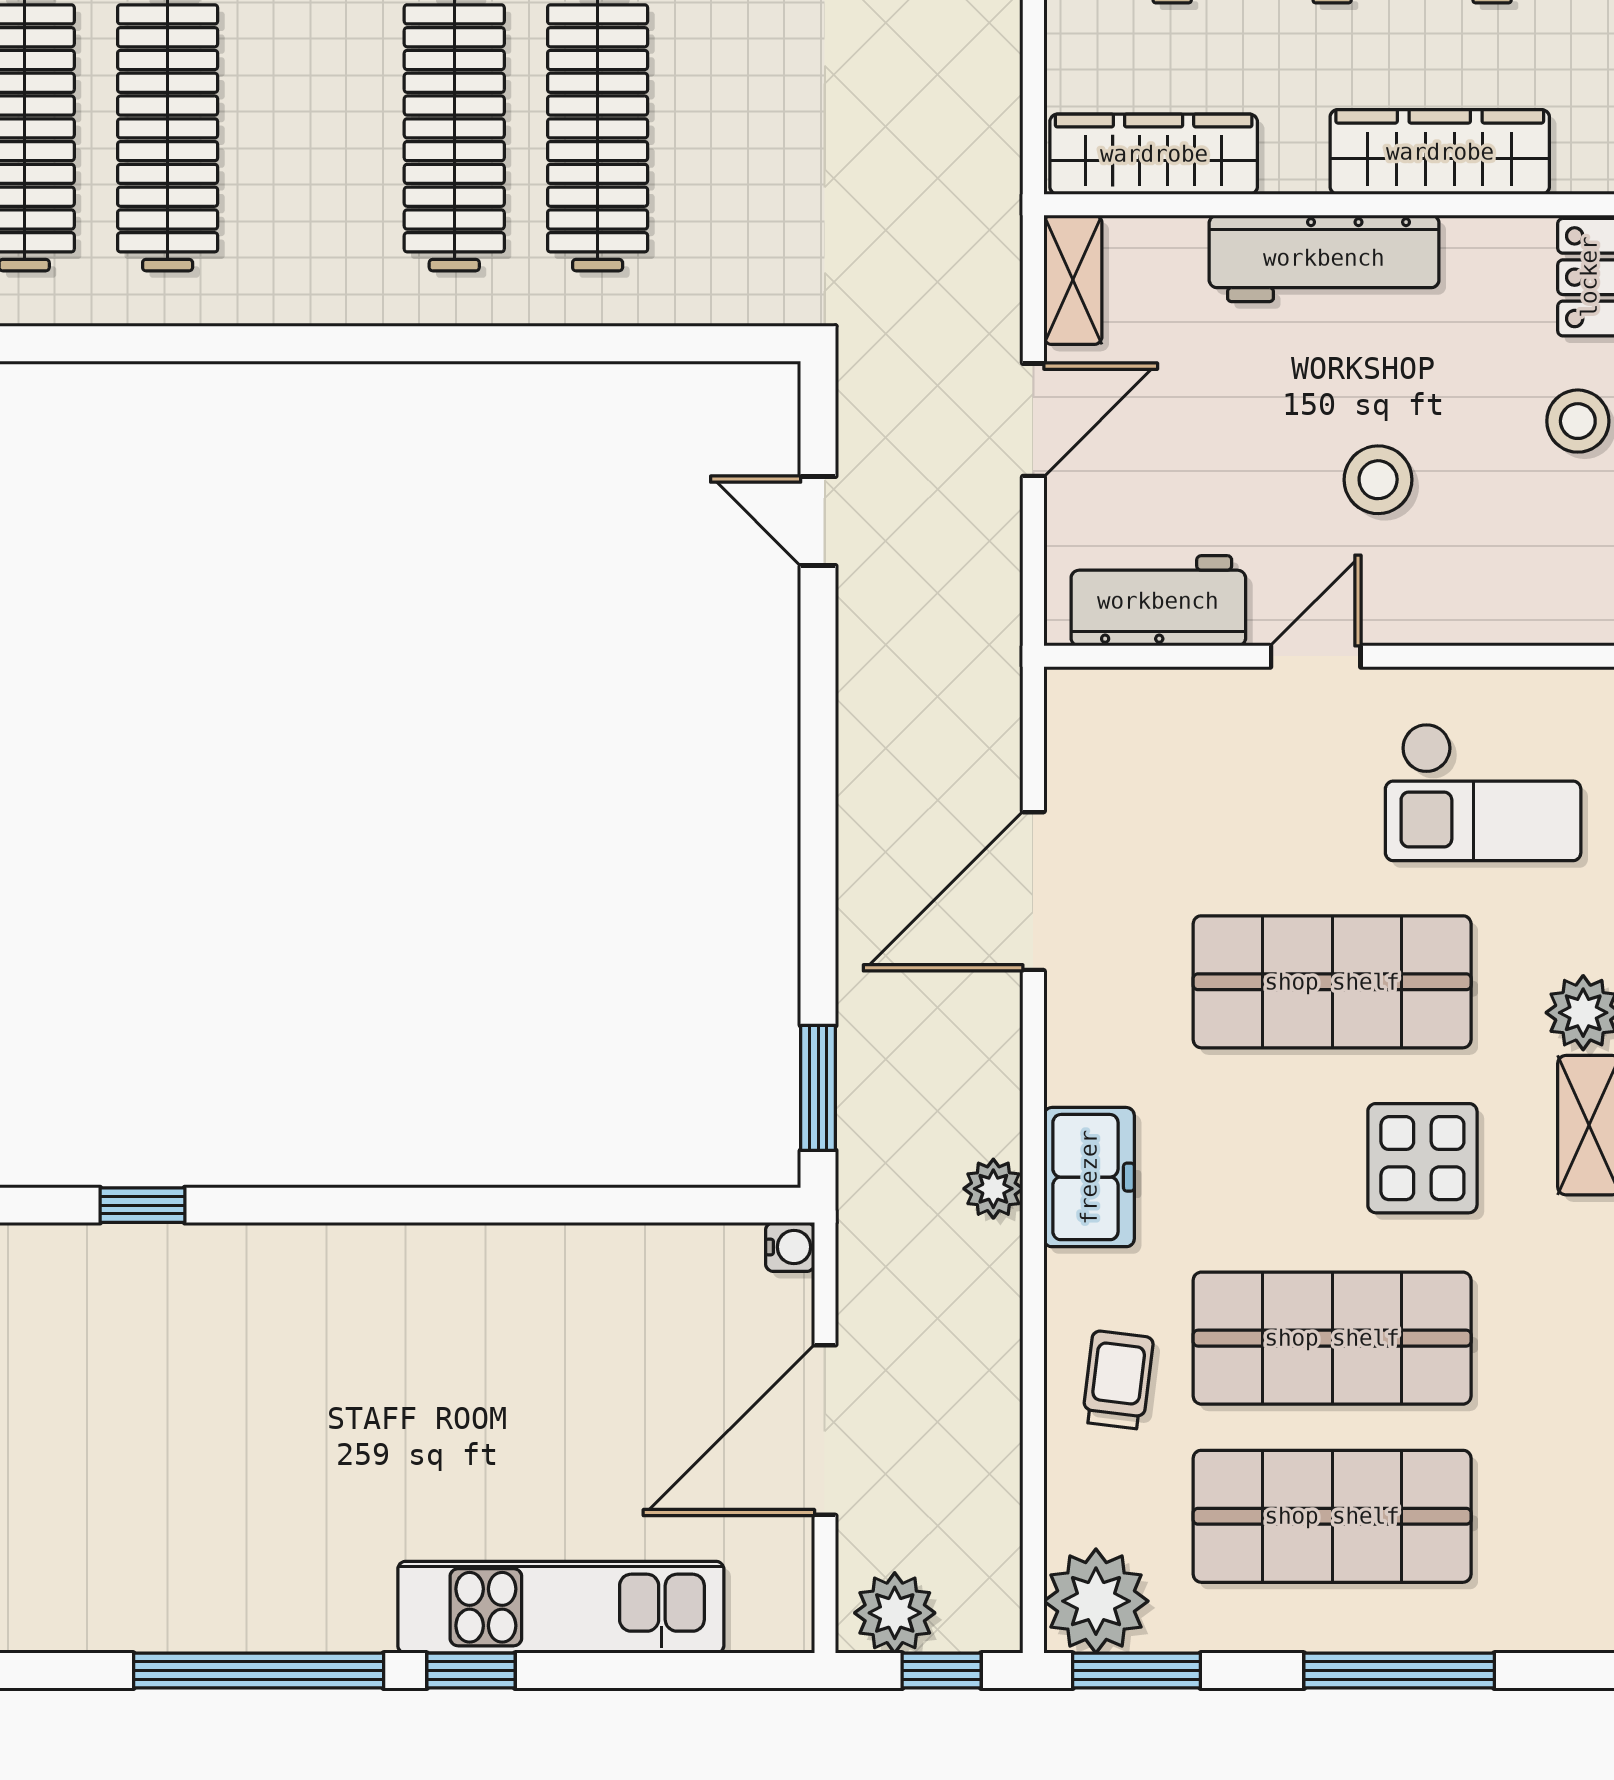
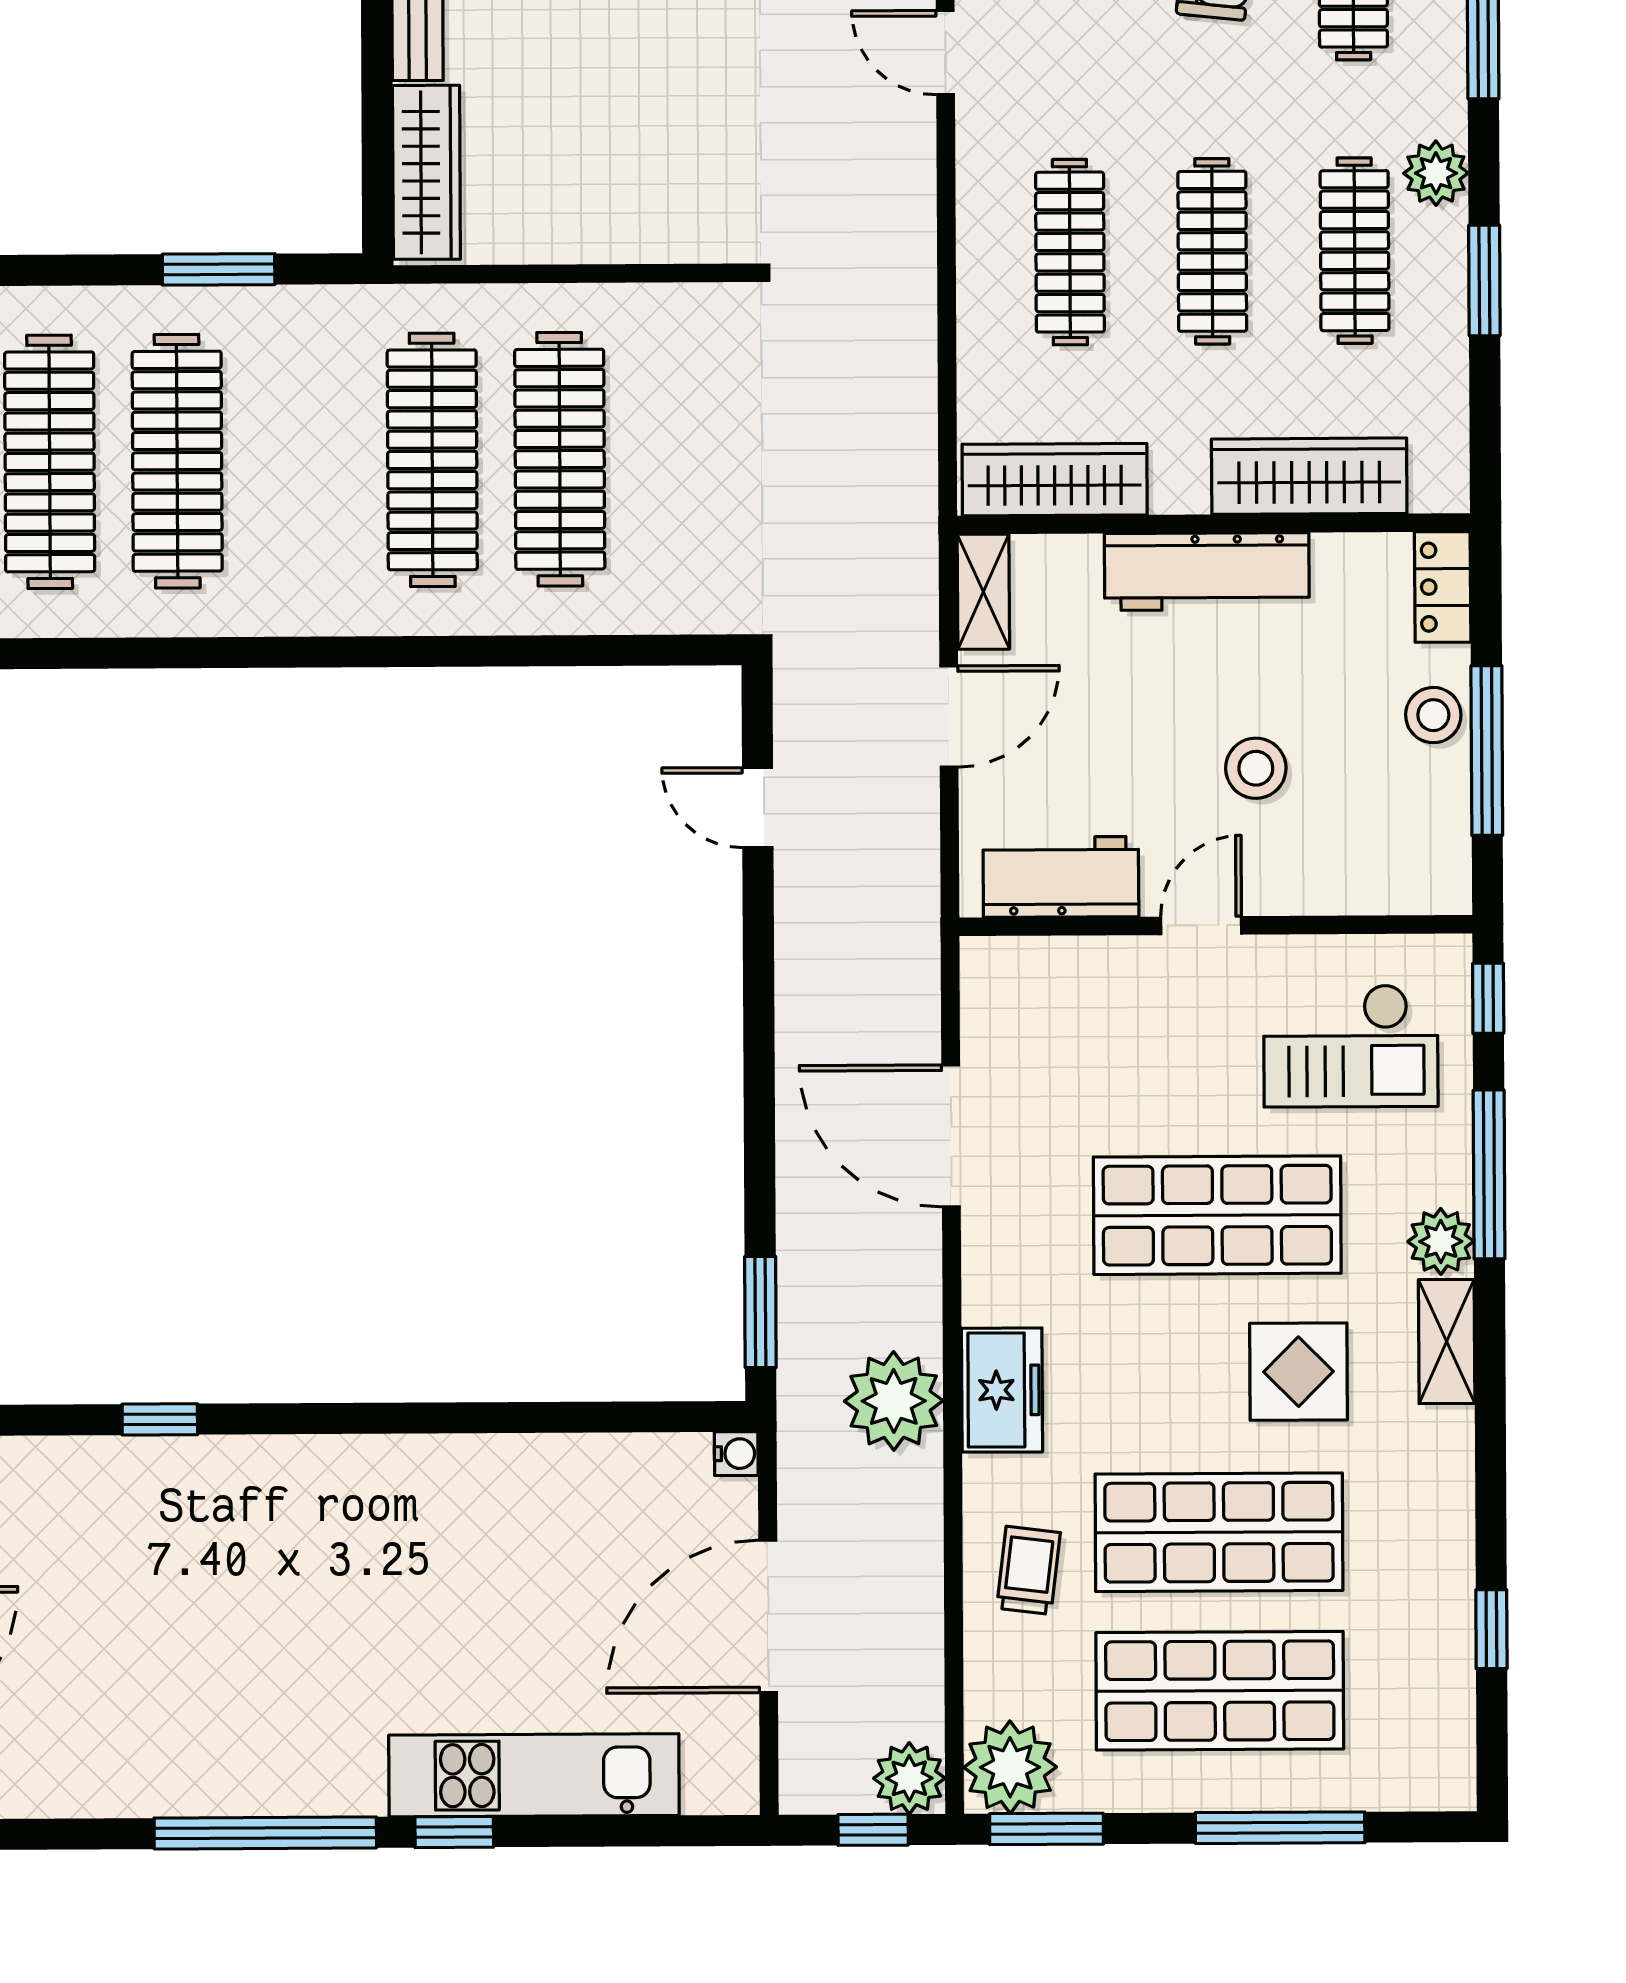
door: (1033, 891) -> (951, 1136), hinge flipped
plant: (993, 1189) -> (894, 1401), width x1.88, depth x1.88
plant: (895, 1613) -> (909, 1778), moved

